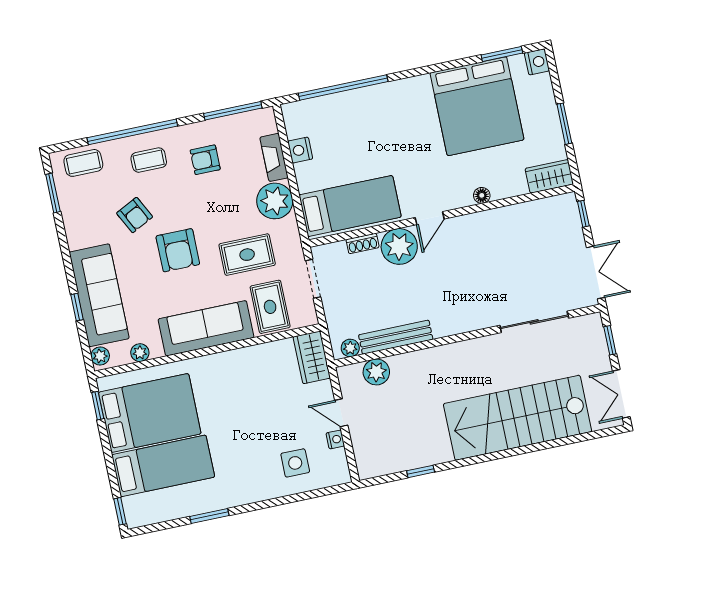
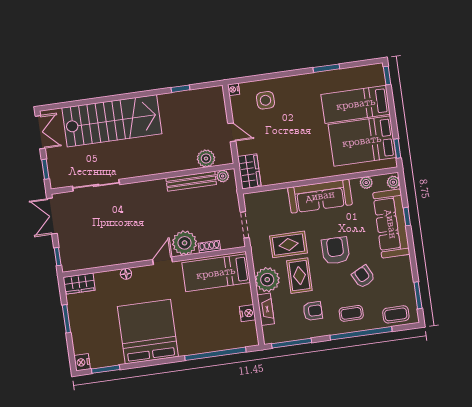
bed: (477, 106) -> (148, 332), moved
rug: (270, 307) -> (299, 276), moved
nightstand: (335, 439) -> (234, 89), moved

